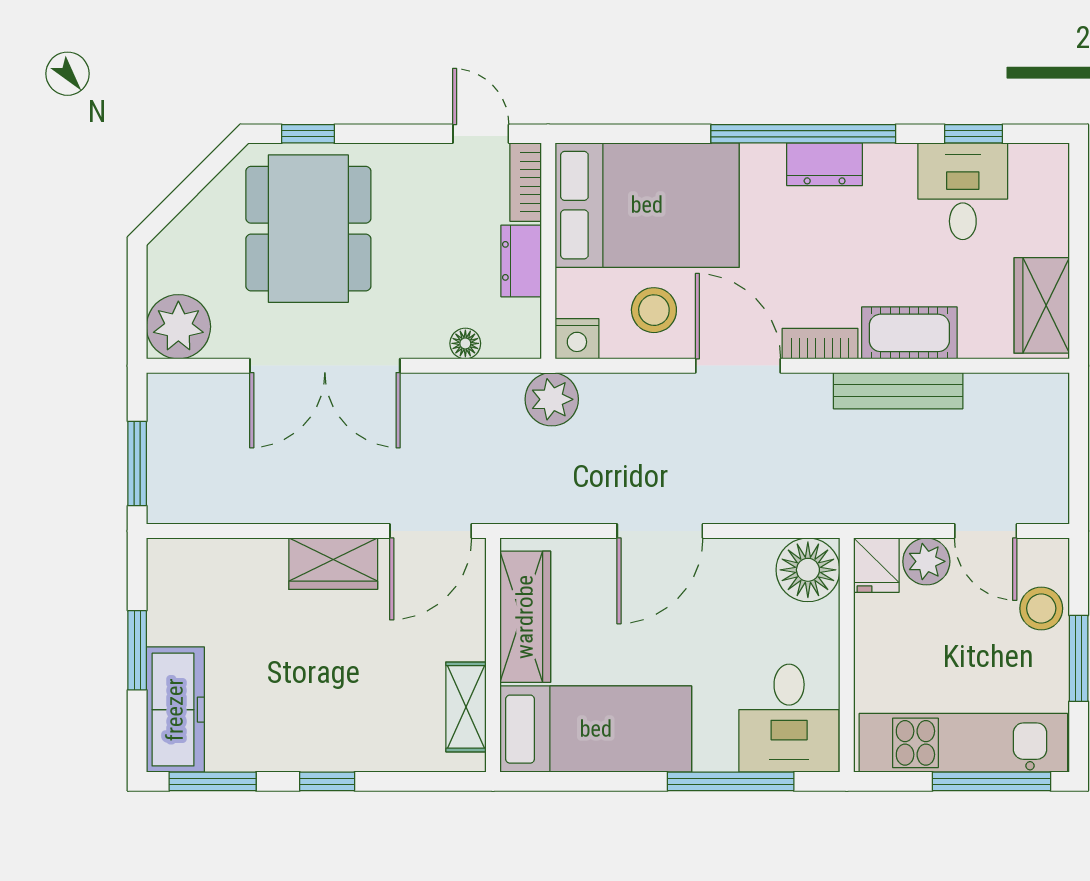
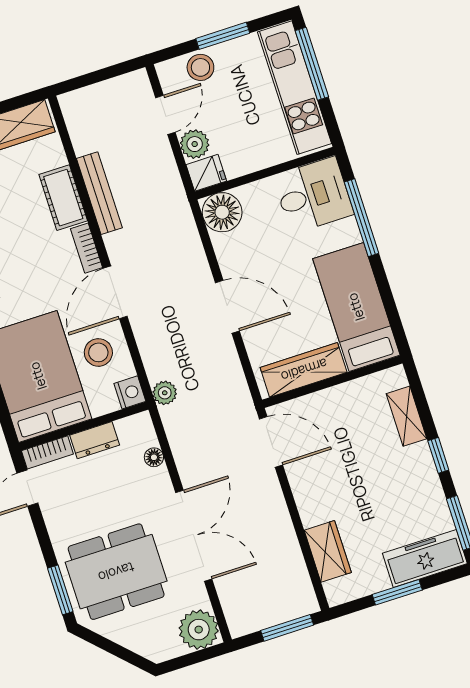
window: (308, 134) -> (60, 590), width x1.50
plant: (552, 399) -> (165, 393), width x0.73, depth x0.73
wardrobe: (333, 564) -> (328, 551), moved
shelving: (466, 707) -> (407, 416), moved, turned 90

